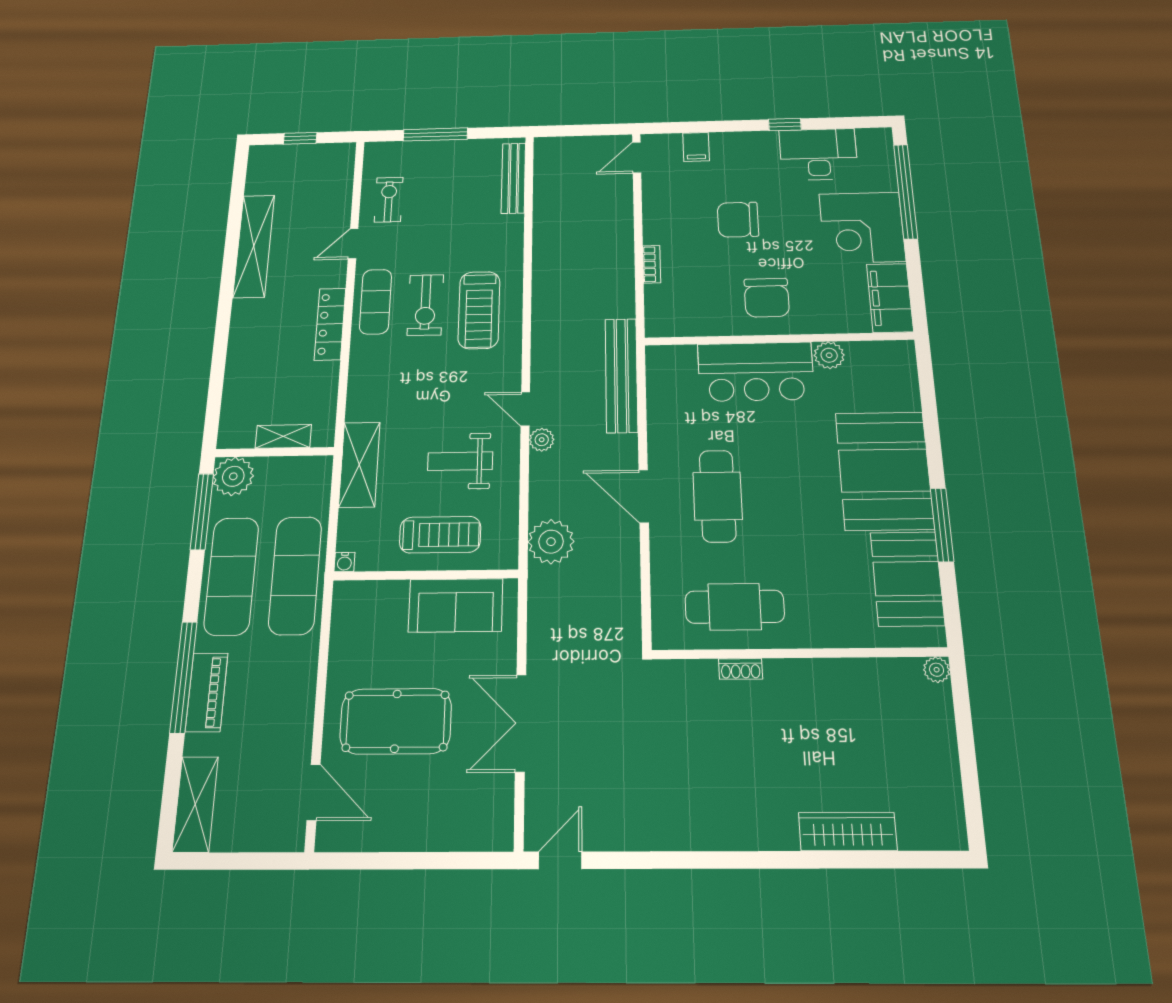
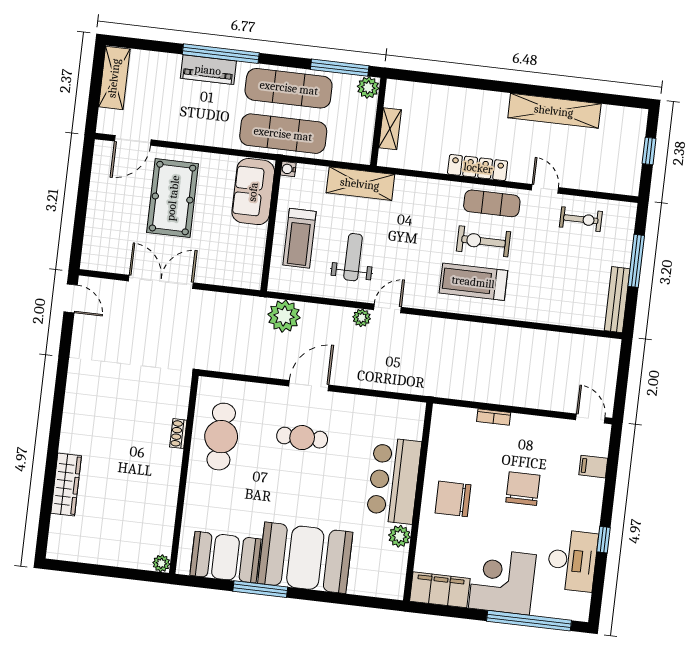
bench: (513, 178) -> (617, 300), moved, turned 90
bench: (621, 375) -> (405, 382), removed
plant: (233, 476) -> (368, 87), width x0.73, depth x0.73
cafe table: (718, 496) -> (302, 438), width x0.73, depth x0.74
sofa: (456, 605) -> (253, 192), moved
shelving: (195, 804) -> (114, 78), moved, turned 90

